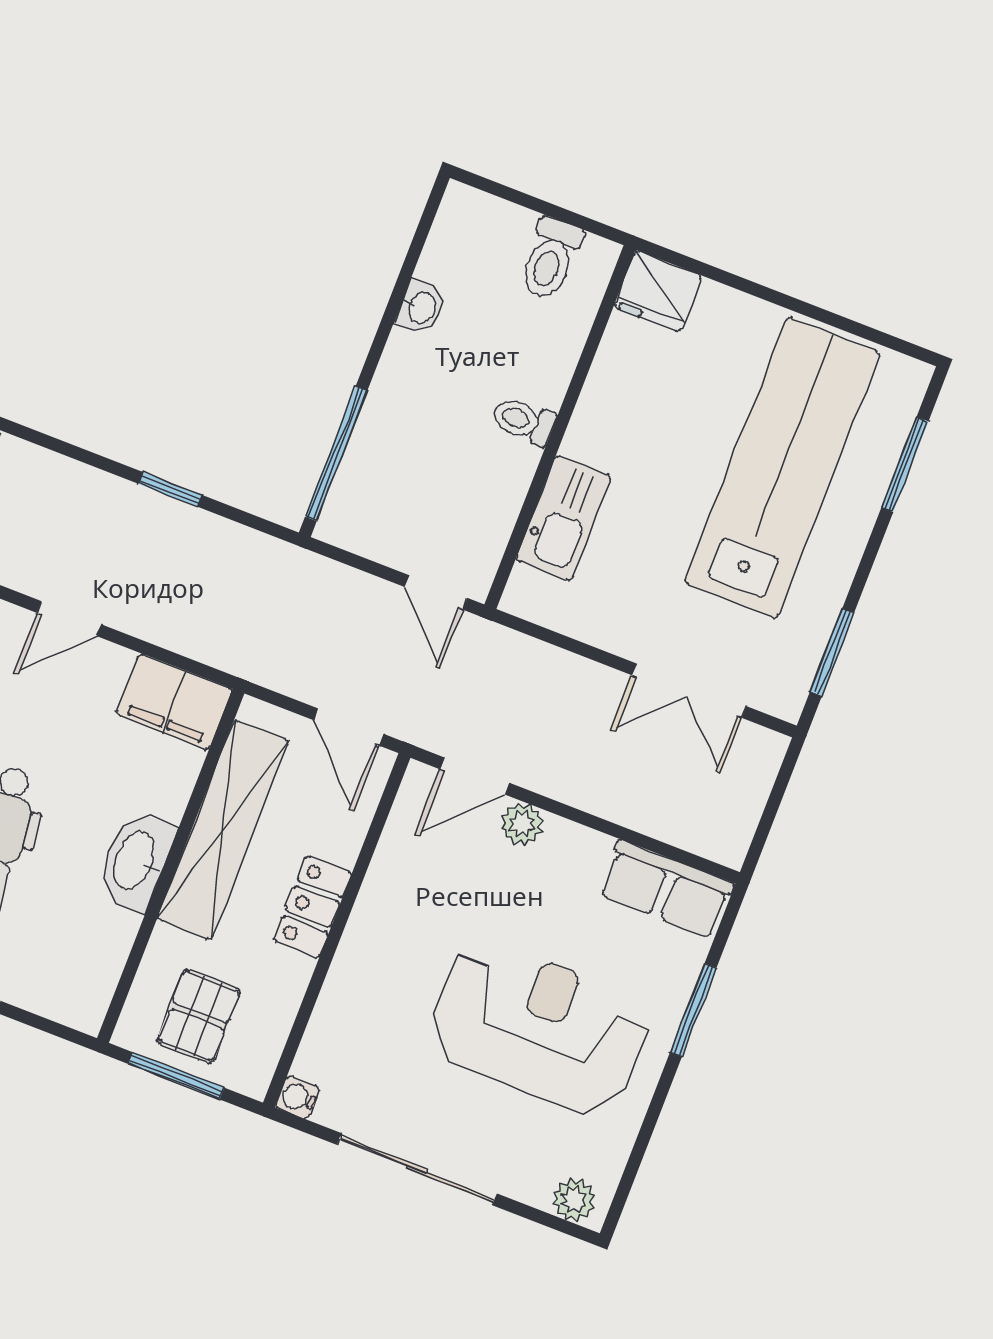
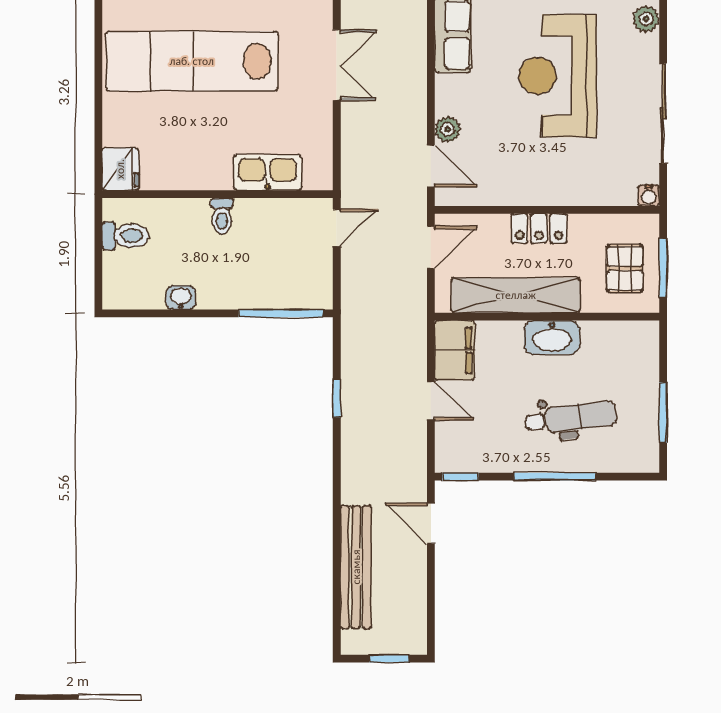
door: (69, 619) -> (431, 401), moved
pallet: (199, 1016) -> (625, 268), turned 90

